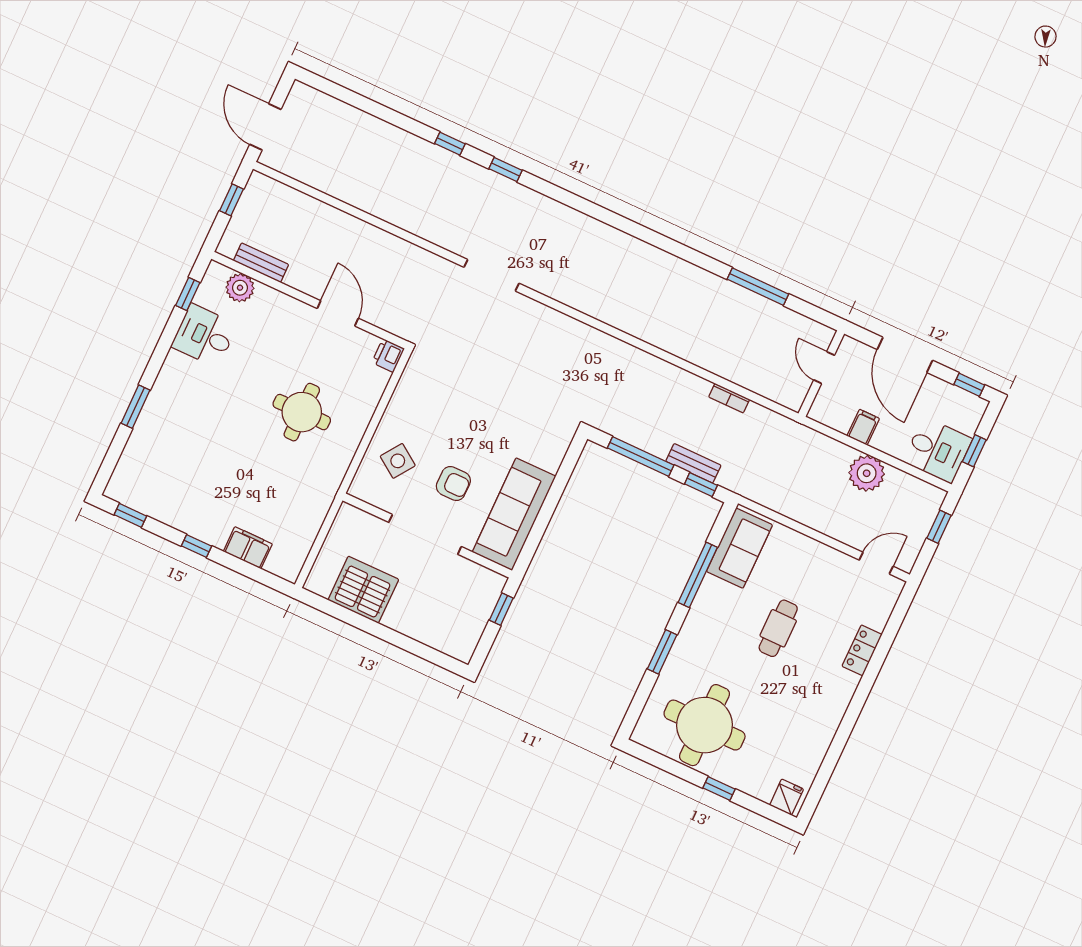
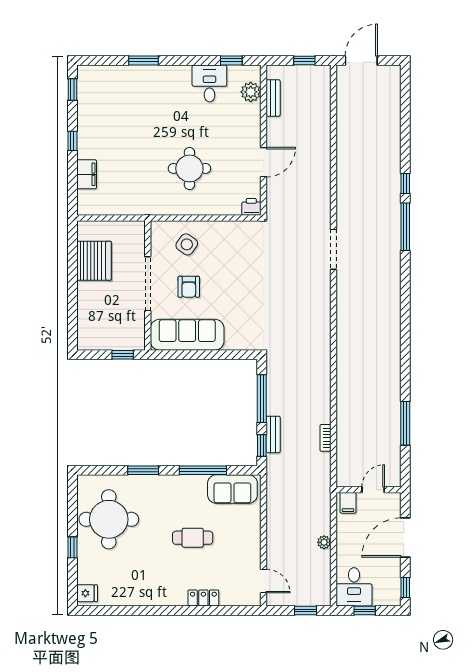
window: (506, 170) -> (405, 227), width x2.17
filing cabinet: (863, 427) -> (348, 503), moved, turned 90
plant: (867, 473) -> (324, 542), width x0.53, depth x0.53

